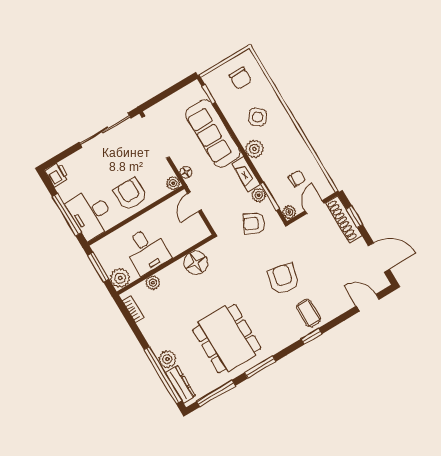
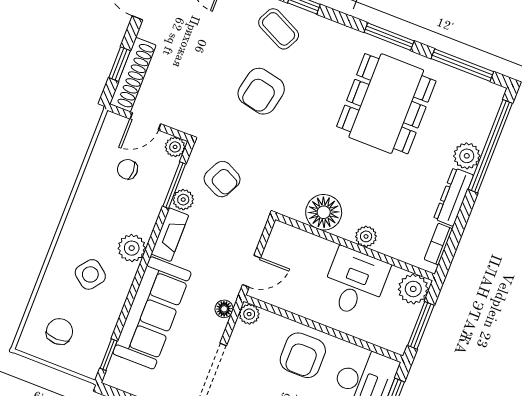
plant: (153, 283) -> (366, 236), moved
coffee table: (309, 313) -> (279, 29), turned -64
dresser: (180, 384) -> (453, 197), moved

